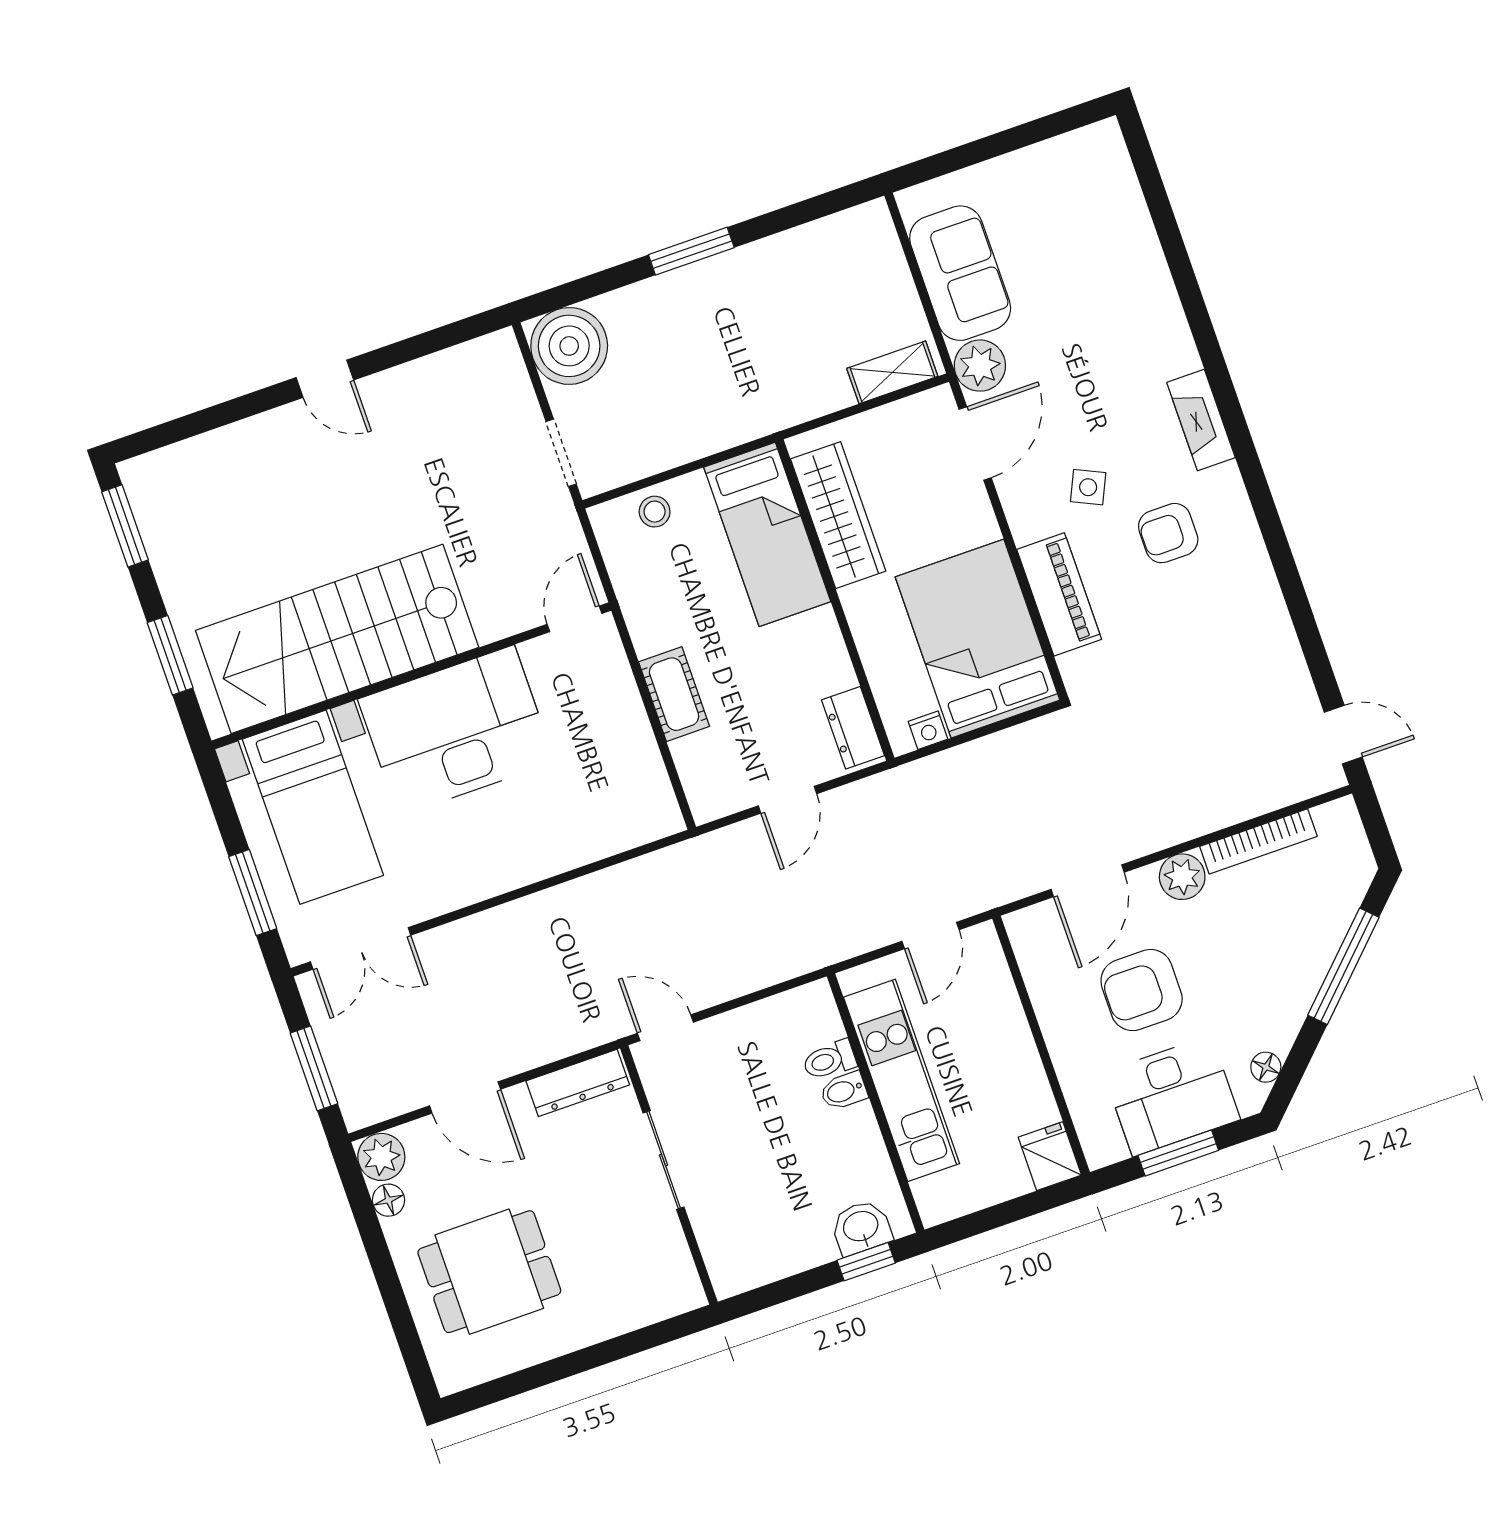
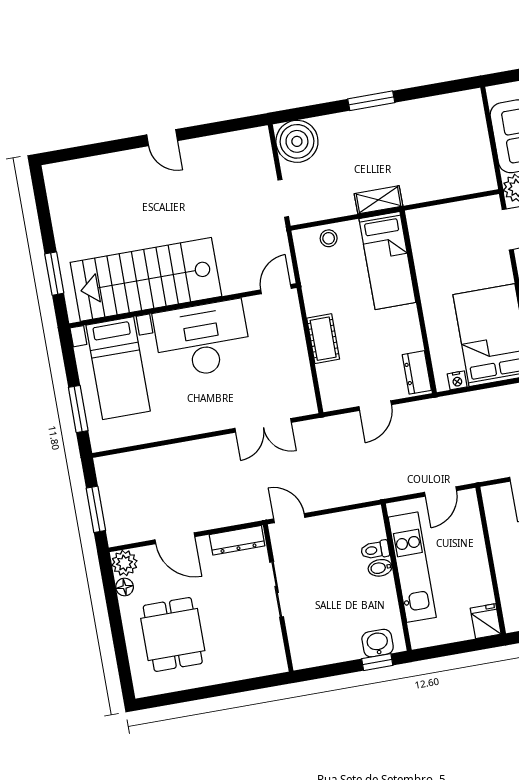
shelving: (892, 372) -> (379, 200), moved
wardrobe: (838, 515) -> (427, 256), removed
window: (125, 526) -> (41, 200), removed
double door: (361, 948) -> (263, 425), moved
dining table: (489, 1272) -> (173, 634), turned 90

